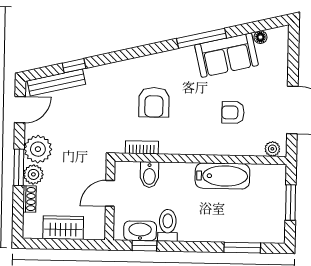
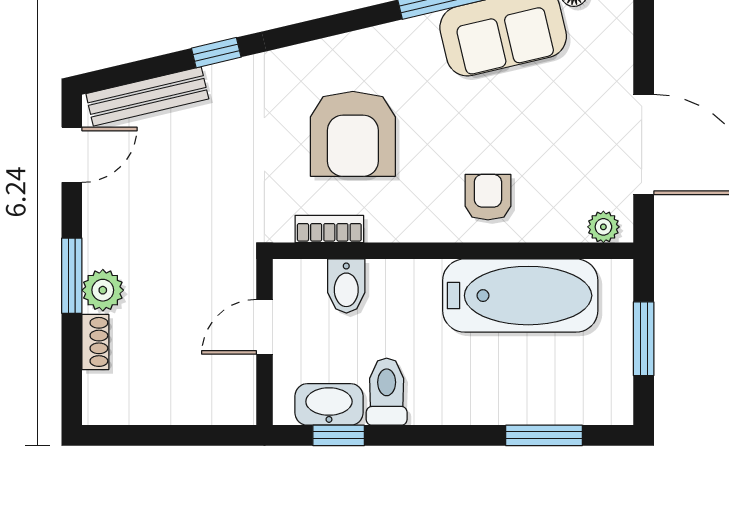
window: (74, 66) -> (216, 53), moved
armchair: (154, 102) -> (353, 134), width x1.36, depth x1.36
armchair: (233, 112) -> (488, 197), moved, turned 90
plant: (38, 149) -> (111, 237), removed
bathtub: (222, 176) -> (520, 296), width x1.36, depth x1.36
wardrobe: (63, 228) -> (167, 401), removed

